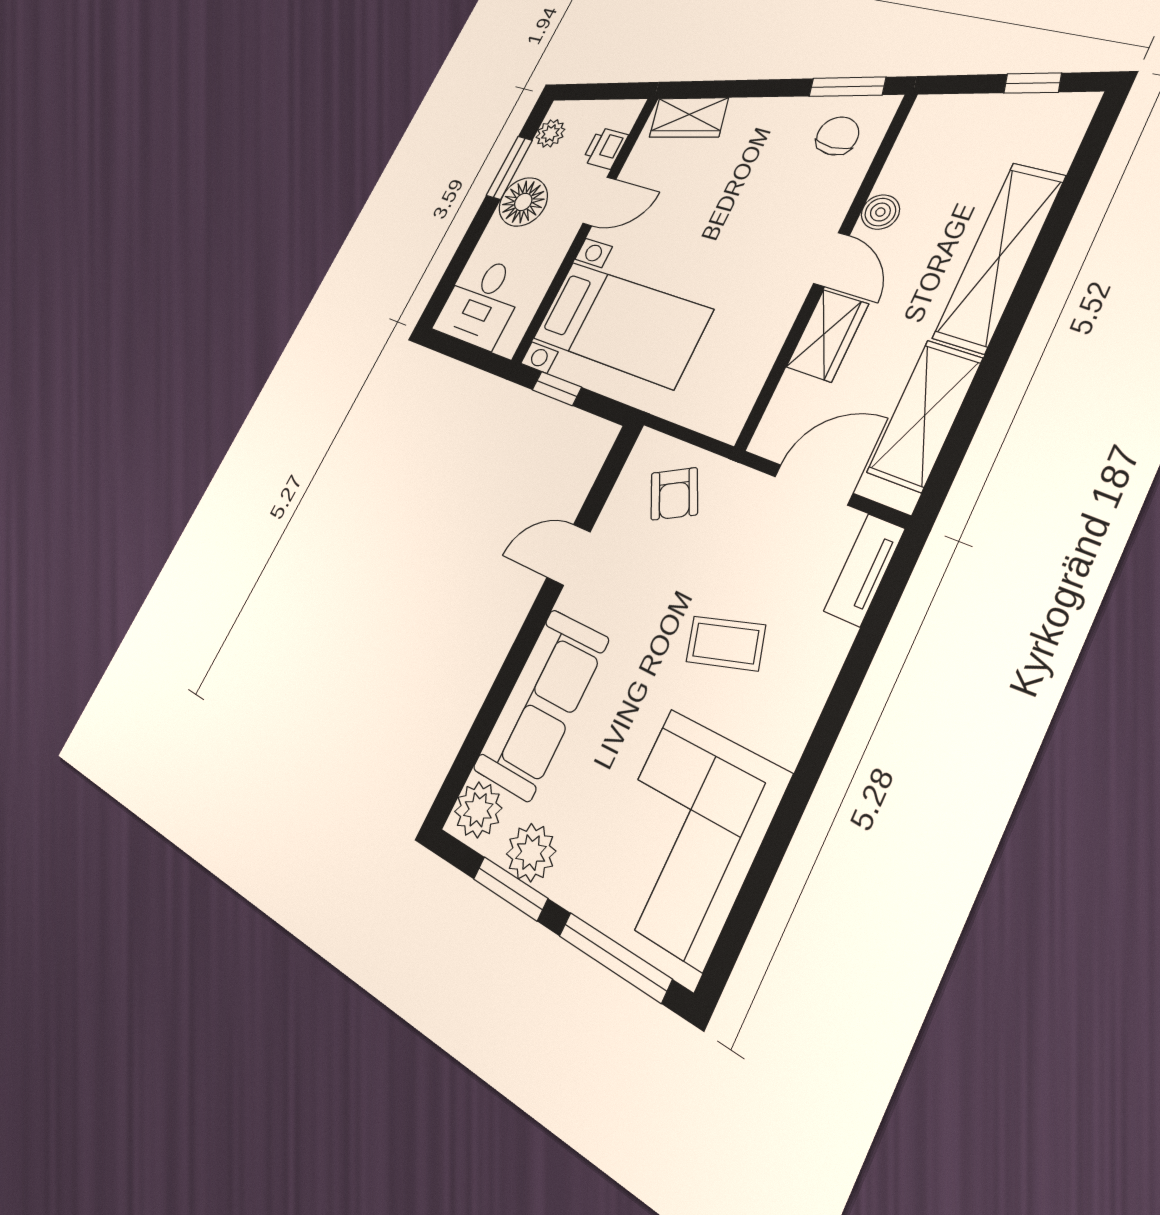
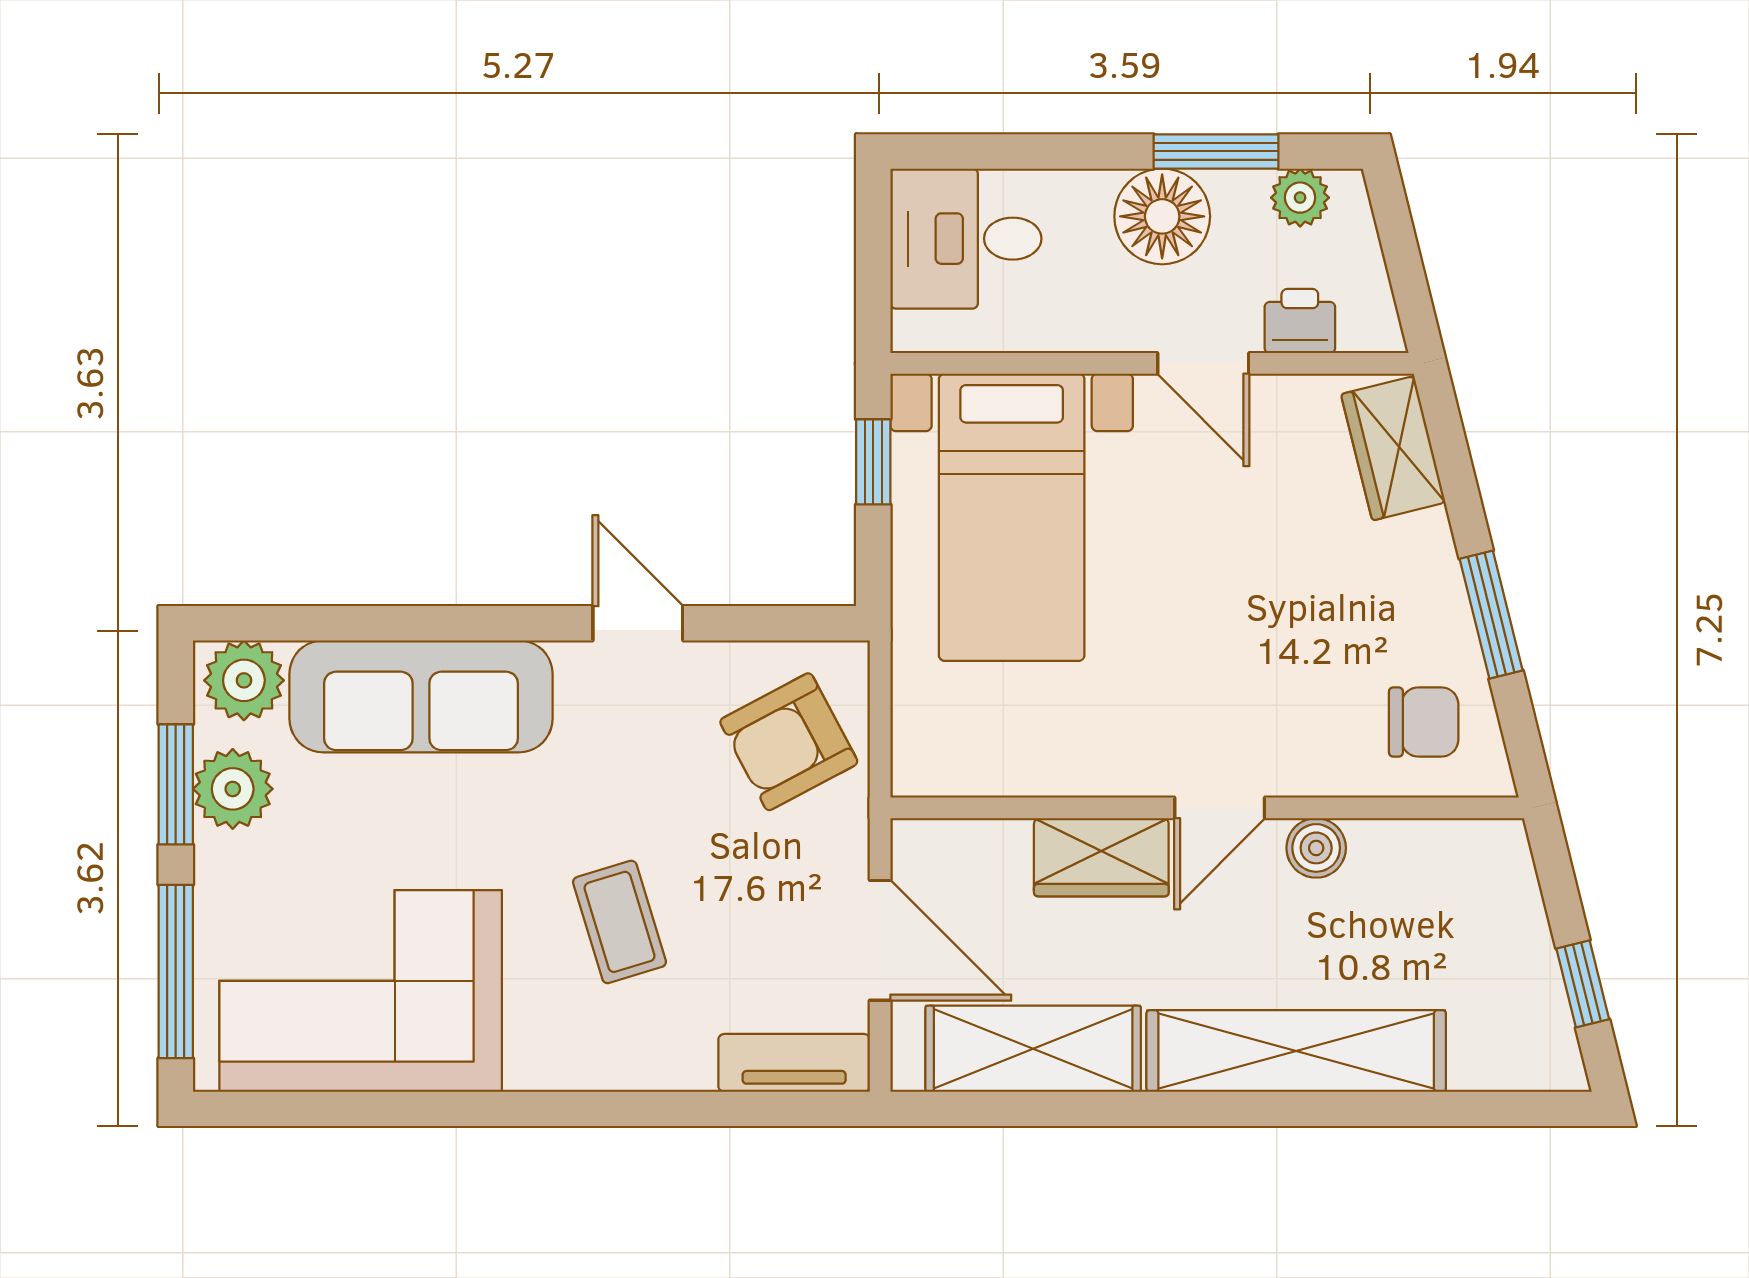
window: (847, 87) -> (1491, 615), moved
armchair: (674, 494) -> (789, 742), width x1.38, depth x1.38

